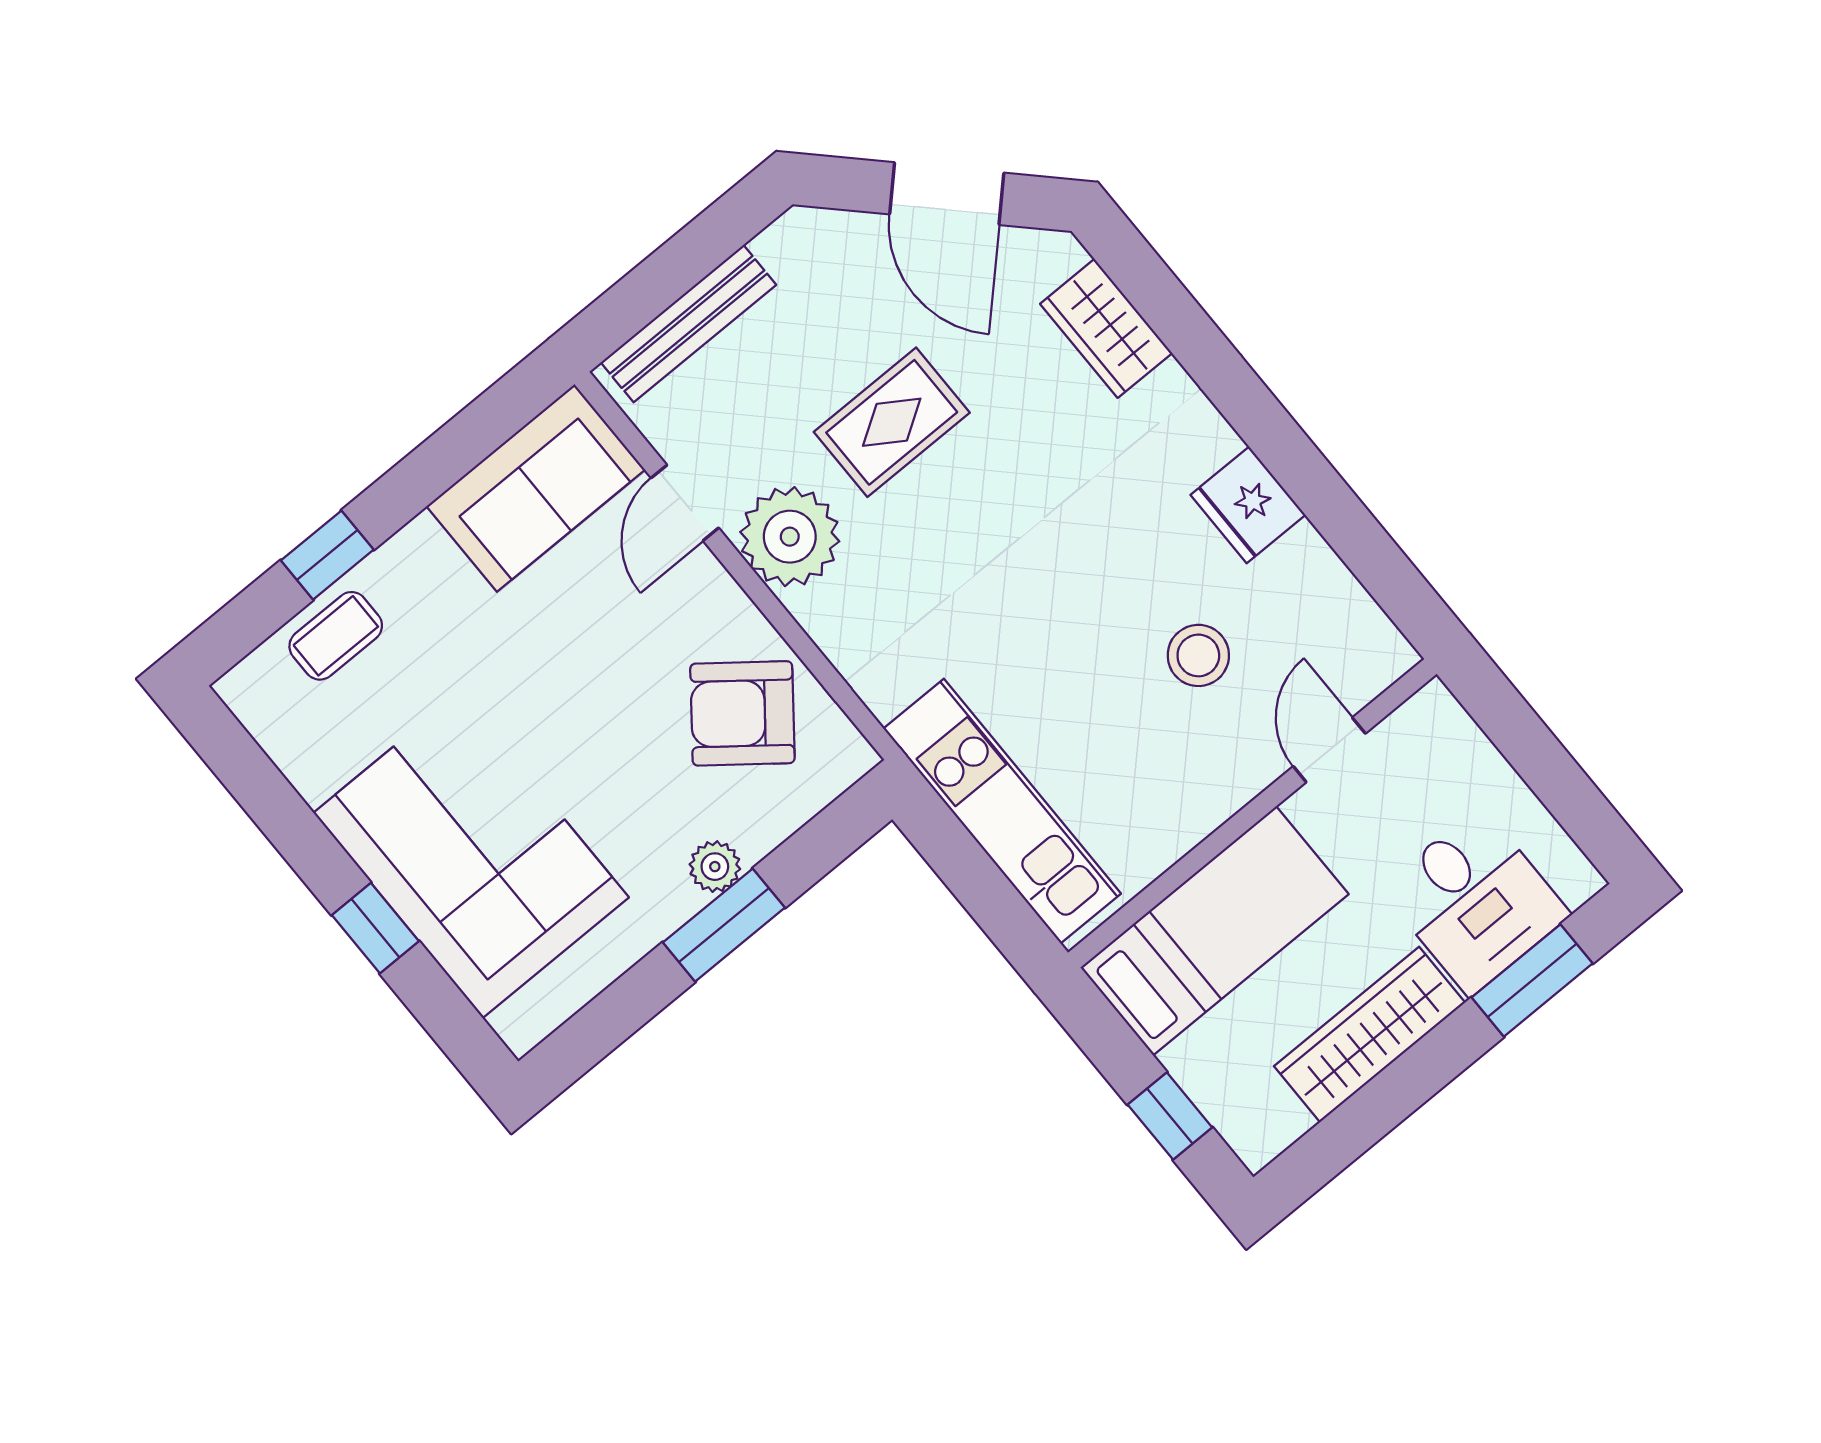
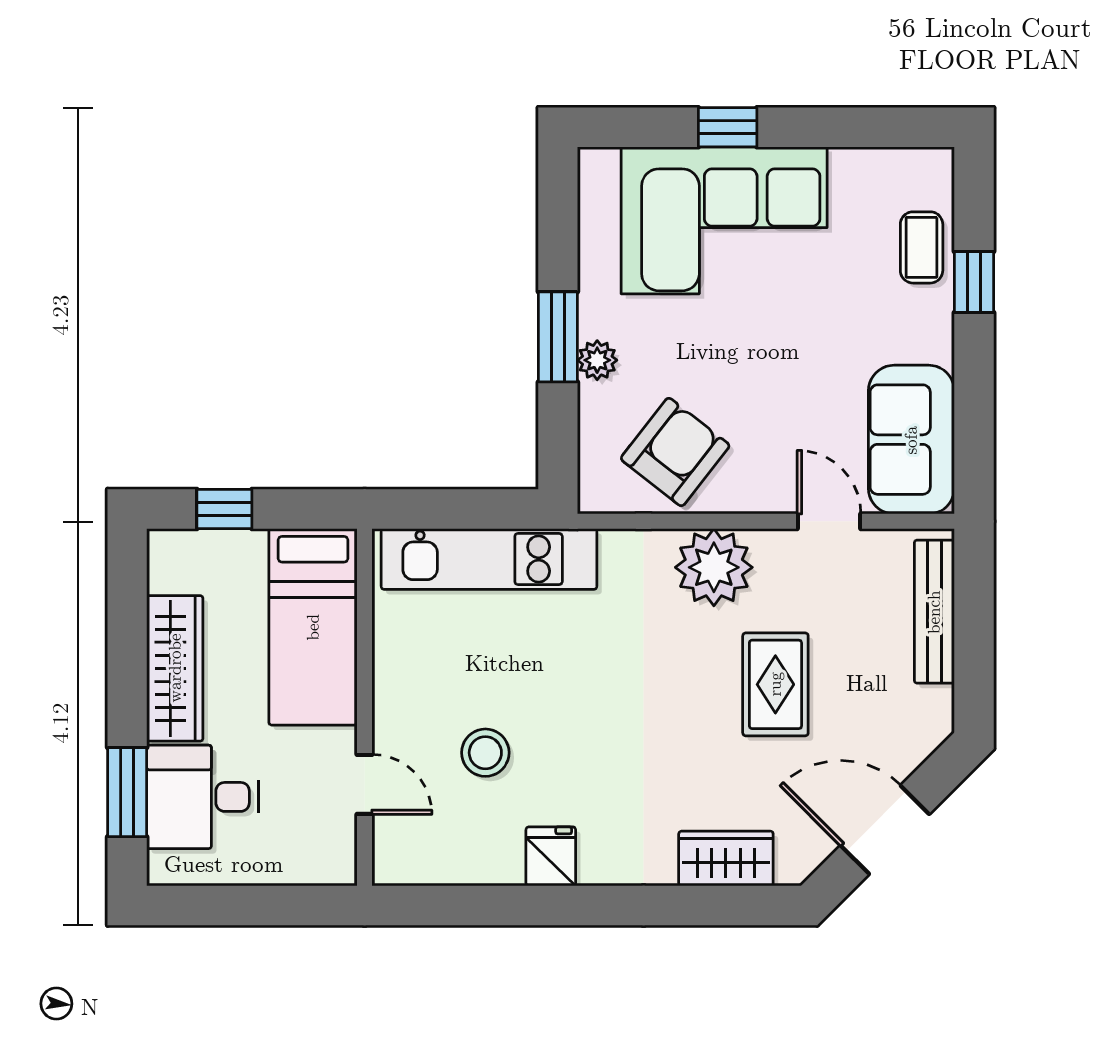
fridge: (1248, 505) -> (551, 856), width x0.72
plant: (790, 537) -> (714, 567), moved

